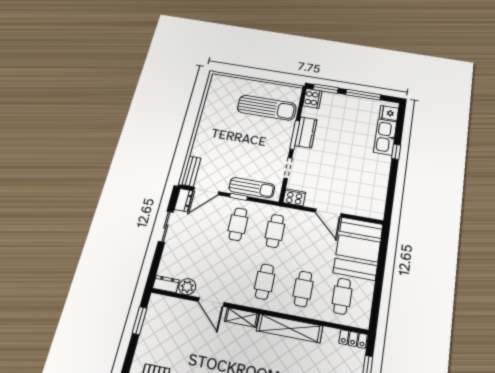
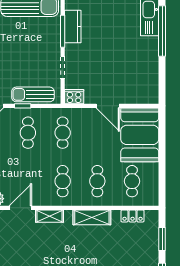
window: (396, 152) -> (162, 31), width x3.17
sun lounger: (252, 188) -> (33, 94), turned 180
door: (211, 302) -> (20, 208), swing flipped
shelving: (290, 328) -> (92, 217), width x0.68
locker: (353, 339) -> (133, 216), moved

